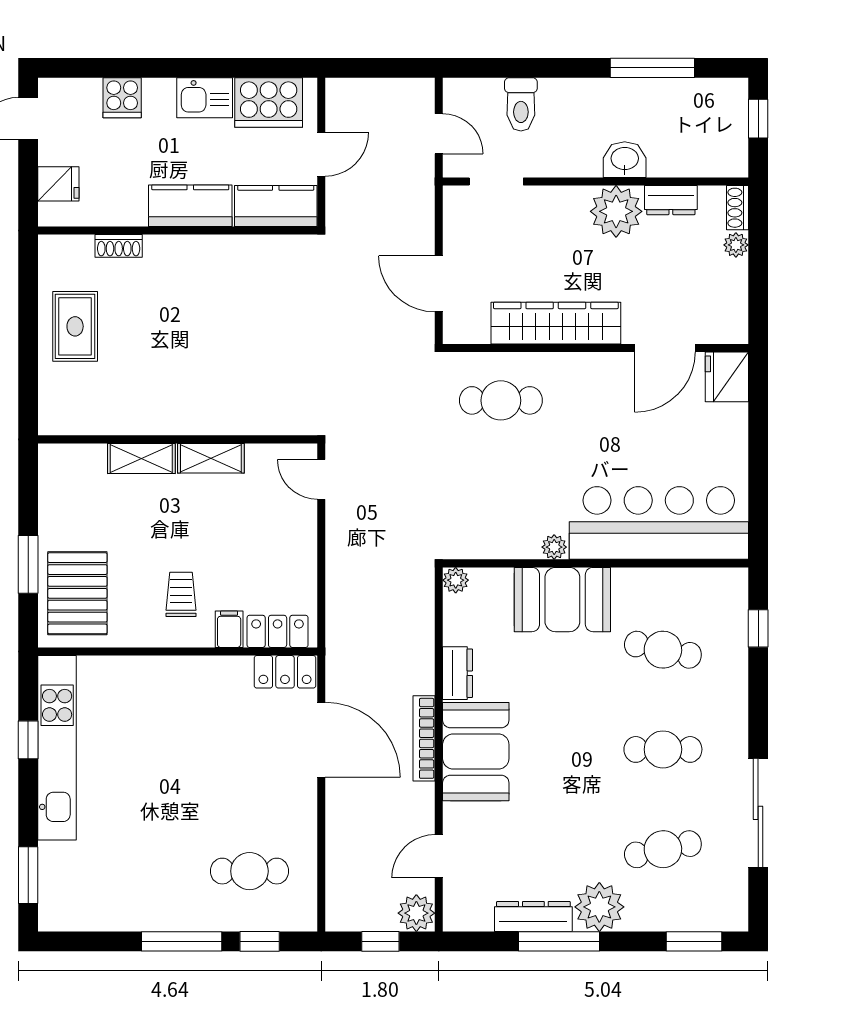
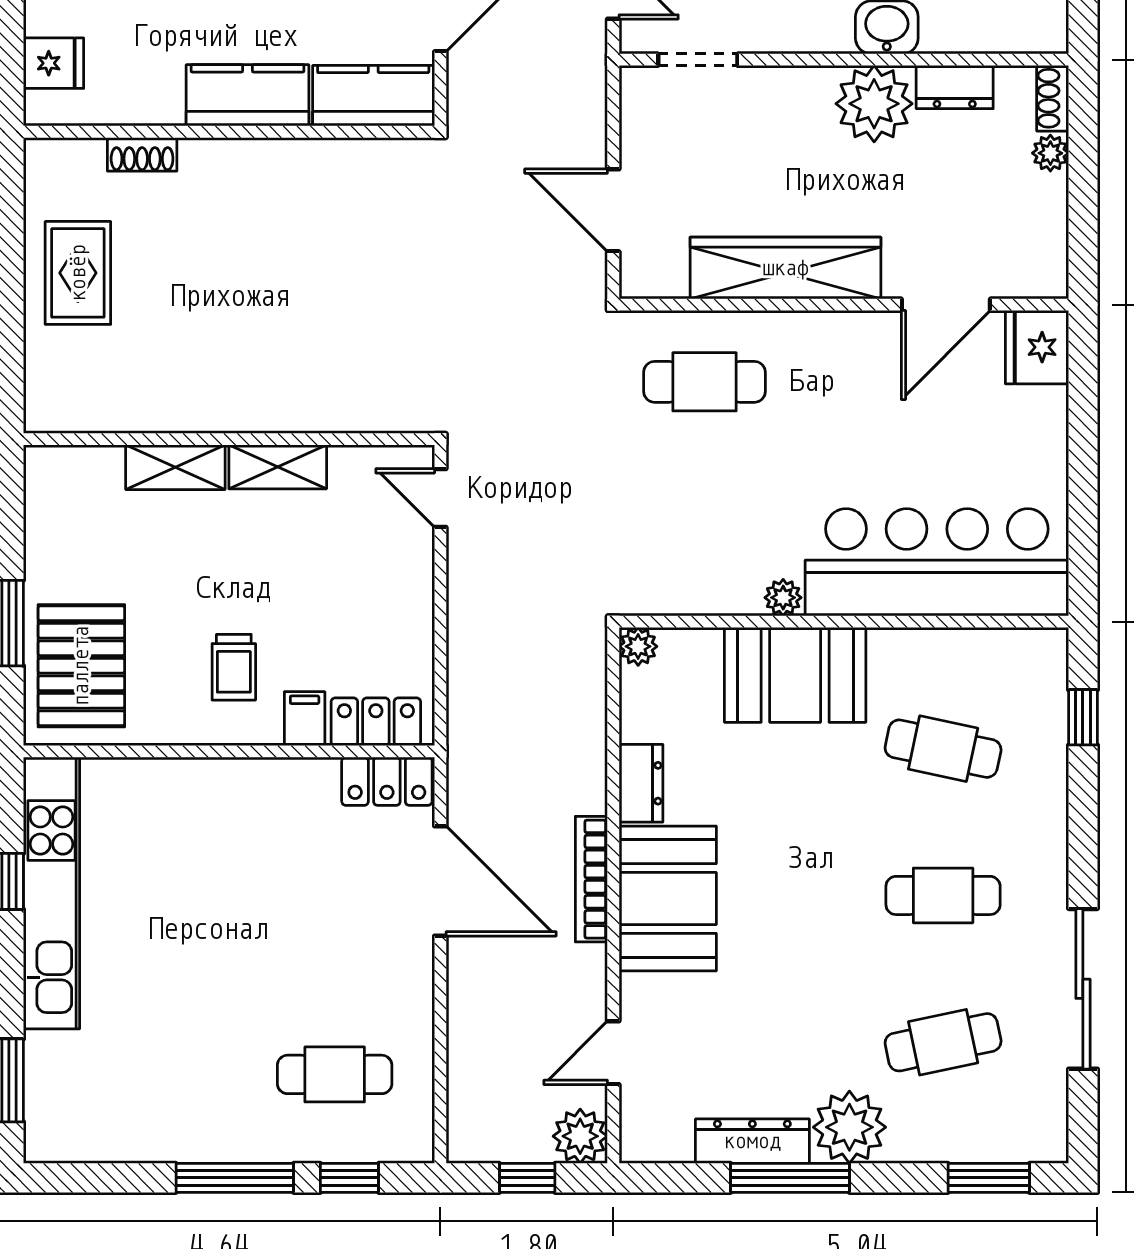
trolley: (181, 594) -> (234, 667), turned 180

